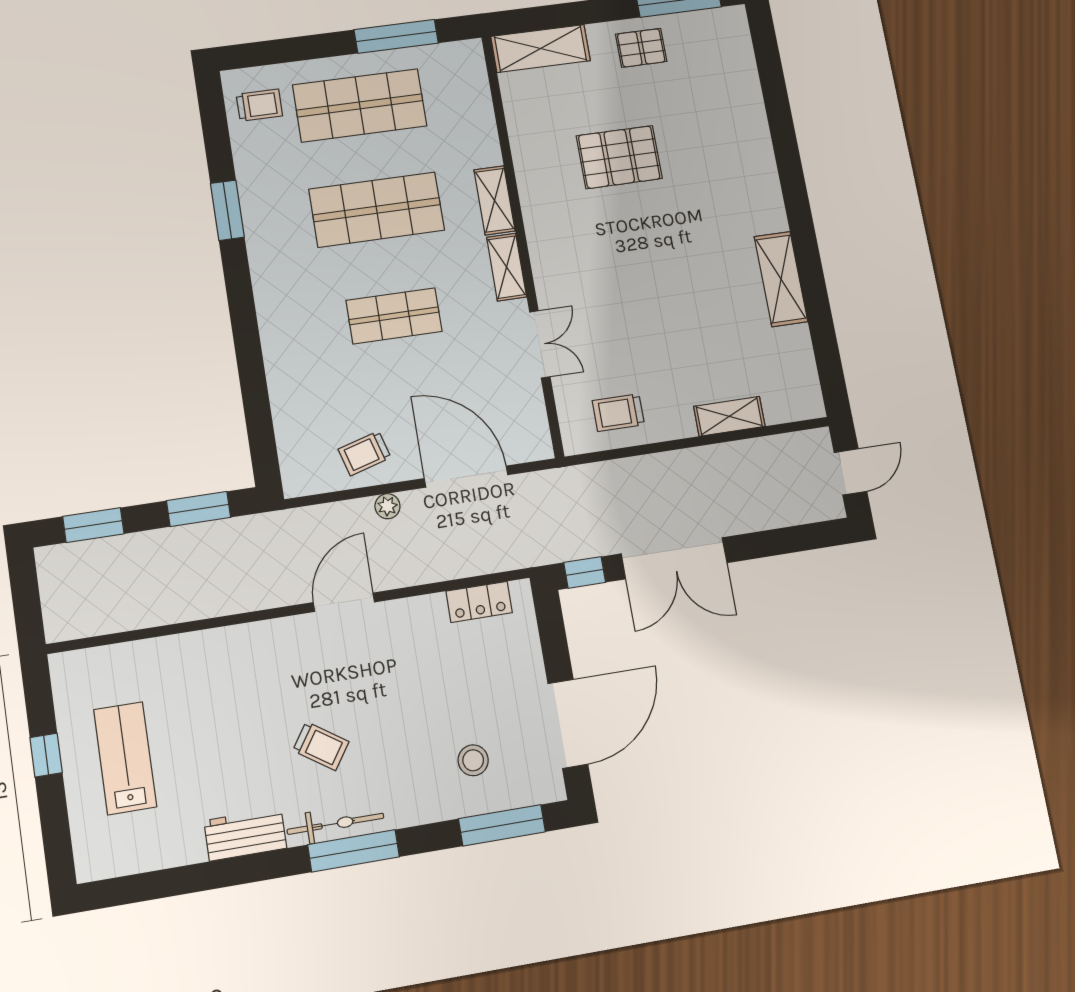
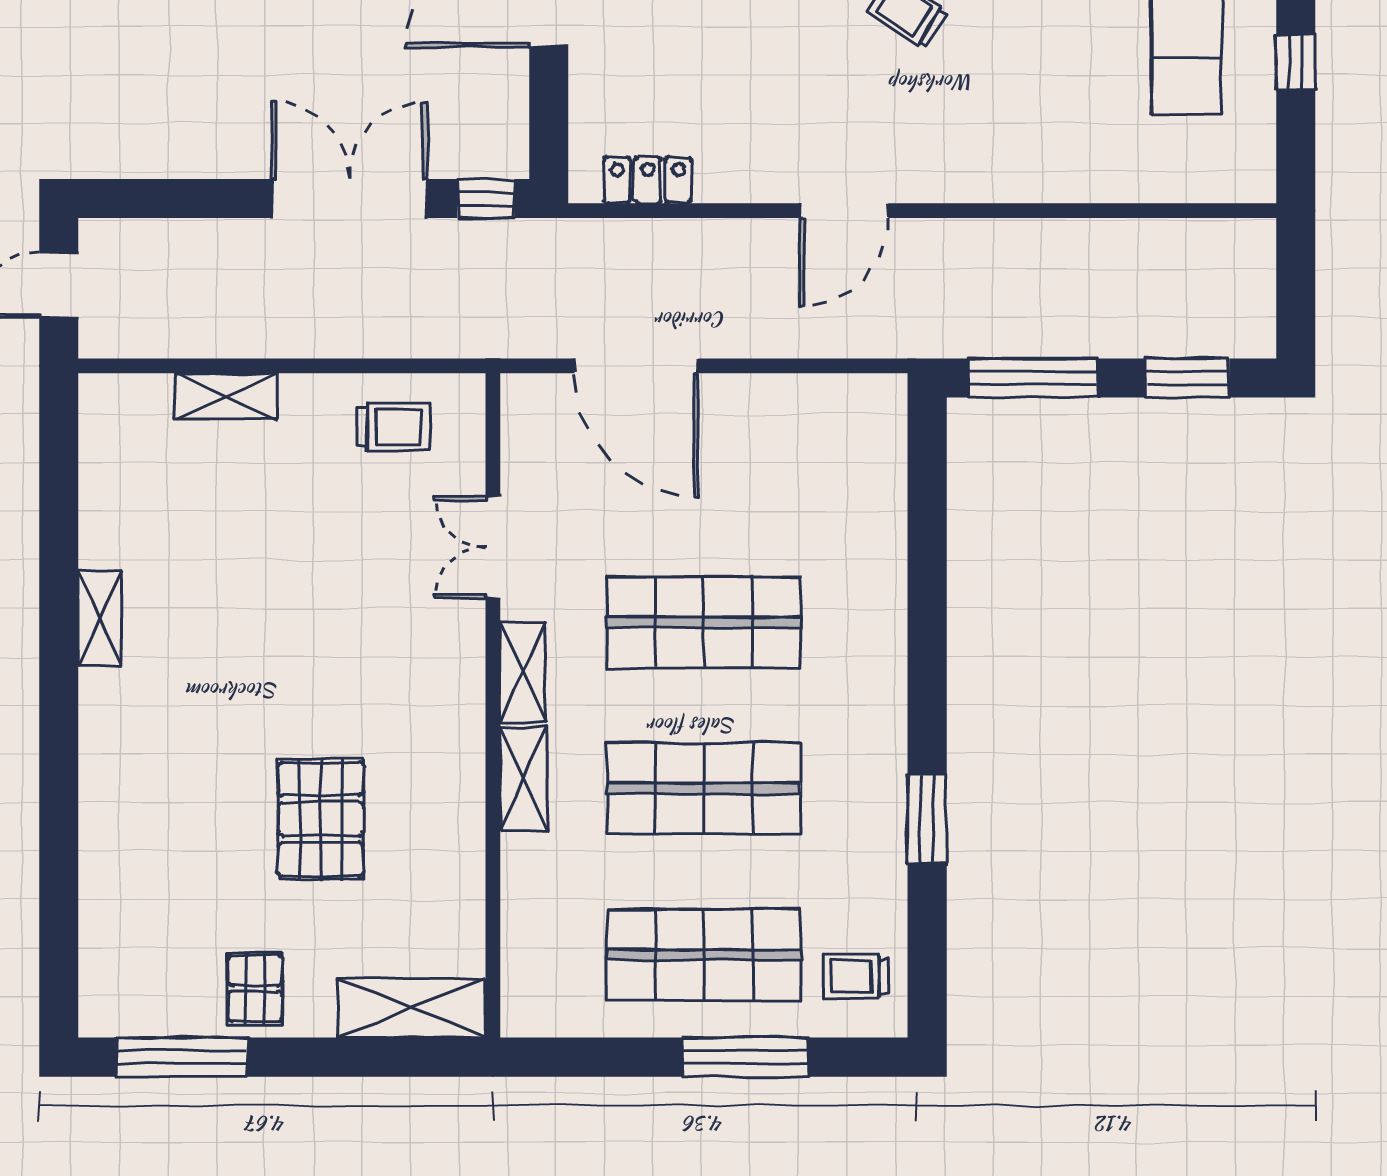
window: (396, 36) -> (746, 1057), moved
pallet: (641, 48) -> (255, 988), turned 90
pallet: (619, 157) -> (321, 819), turned 90
shelving: (781, 279) -> (100, 618), width x0.67, depth x0.75
shop shelf: (394, 316) -> (704, 622), width x1.43, depth x1.36
trolley: (365, 453) -> (780, 423), removed
plant: (387, 506) -> (759, 340), removed
window: (199, 509) -> (1033, 378), width x1.44

